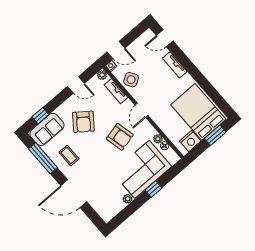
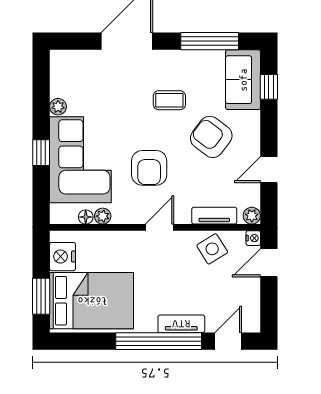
window: (191, 68) -> (159, 341), added
door: (142, 110) -> (160, 227), hinge flipped
armchair: (120, 137) -> (149, 168), turned -77
coffee table: (69, 156) -> (169, 100), moved

